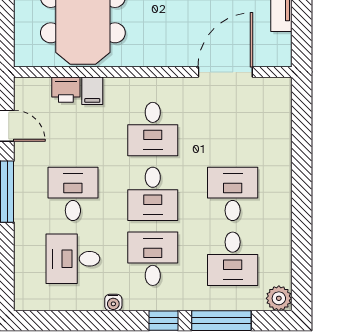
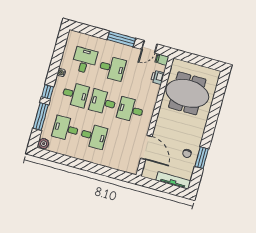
filing cabinet: (92, 91) -> (162, 59), moved

